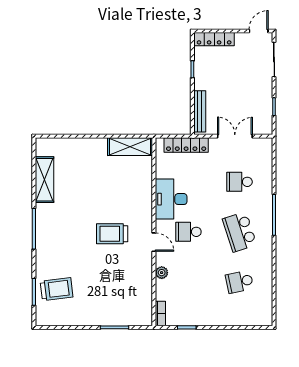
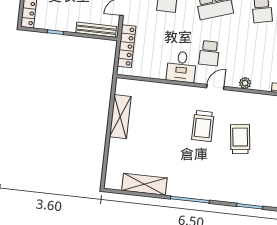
shelving: (130, 147) -> (120, 117), moved
desk: (171, 199) -> (181, 67), width x0.73
trolley: (57, 289) -> (240, 139), moved

